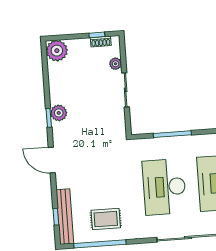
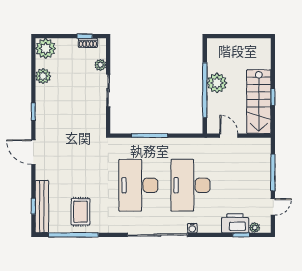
plant: (59, 113) -> (43, 76), moved
rug: (106, 219) -> (80, 212), turned 90

